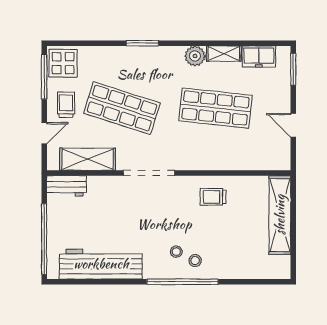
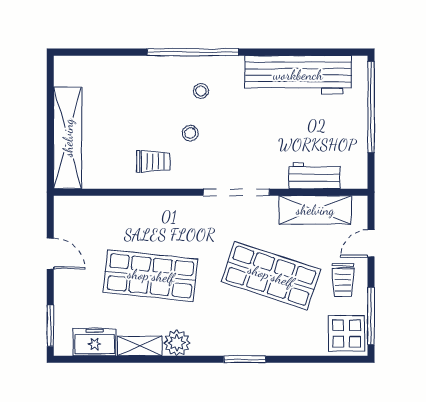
workbench: (67, 186) -> (315, 176), moved
stool: (195, 261) -> (190, 133), moved

